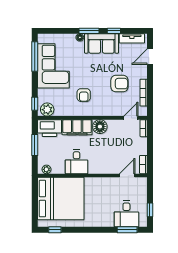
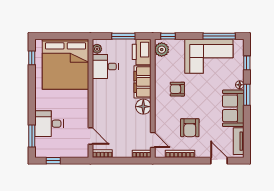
window: (114, 31) -> (247, 63), moved
desk: (77, 162) -> (105, 67), moved
desk: (126, 214) -> (49, 124), moved

